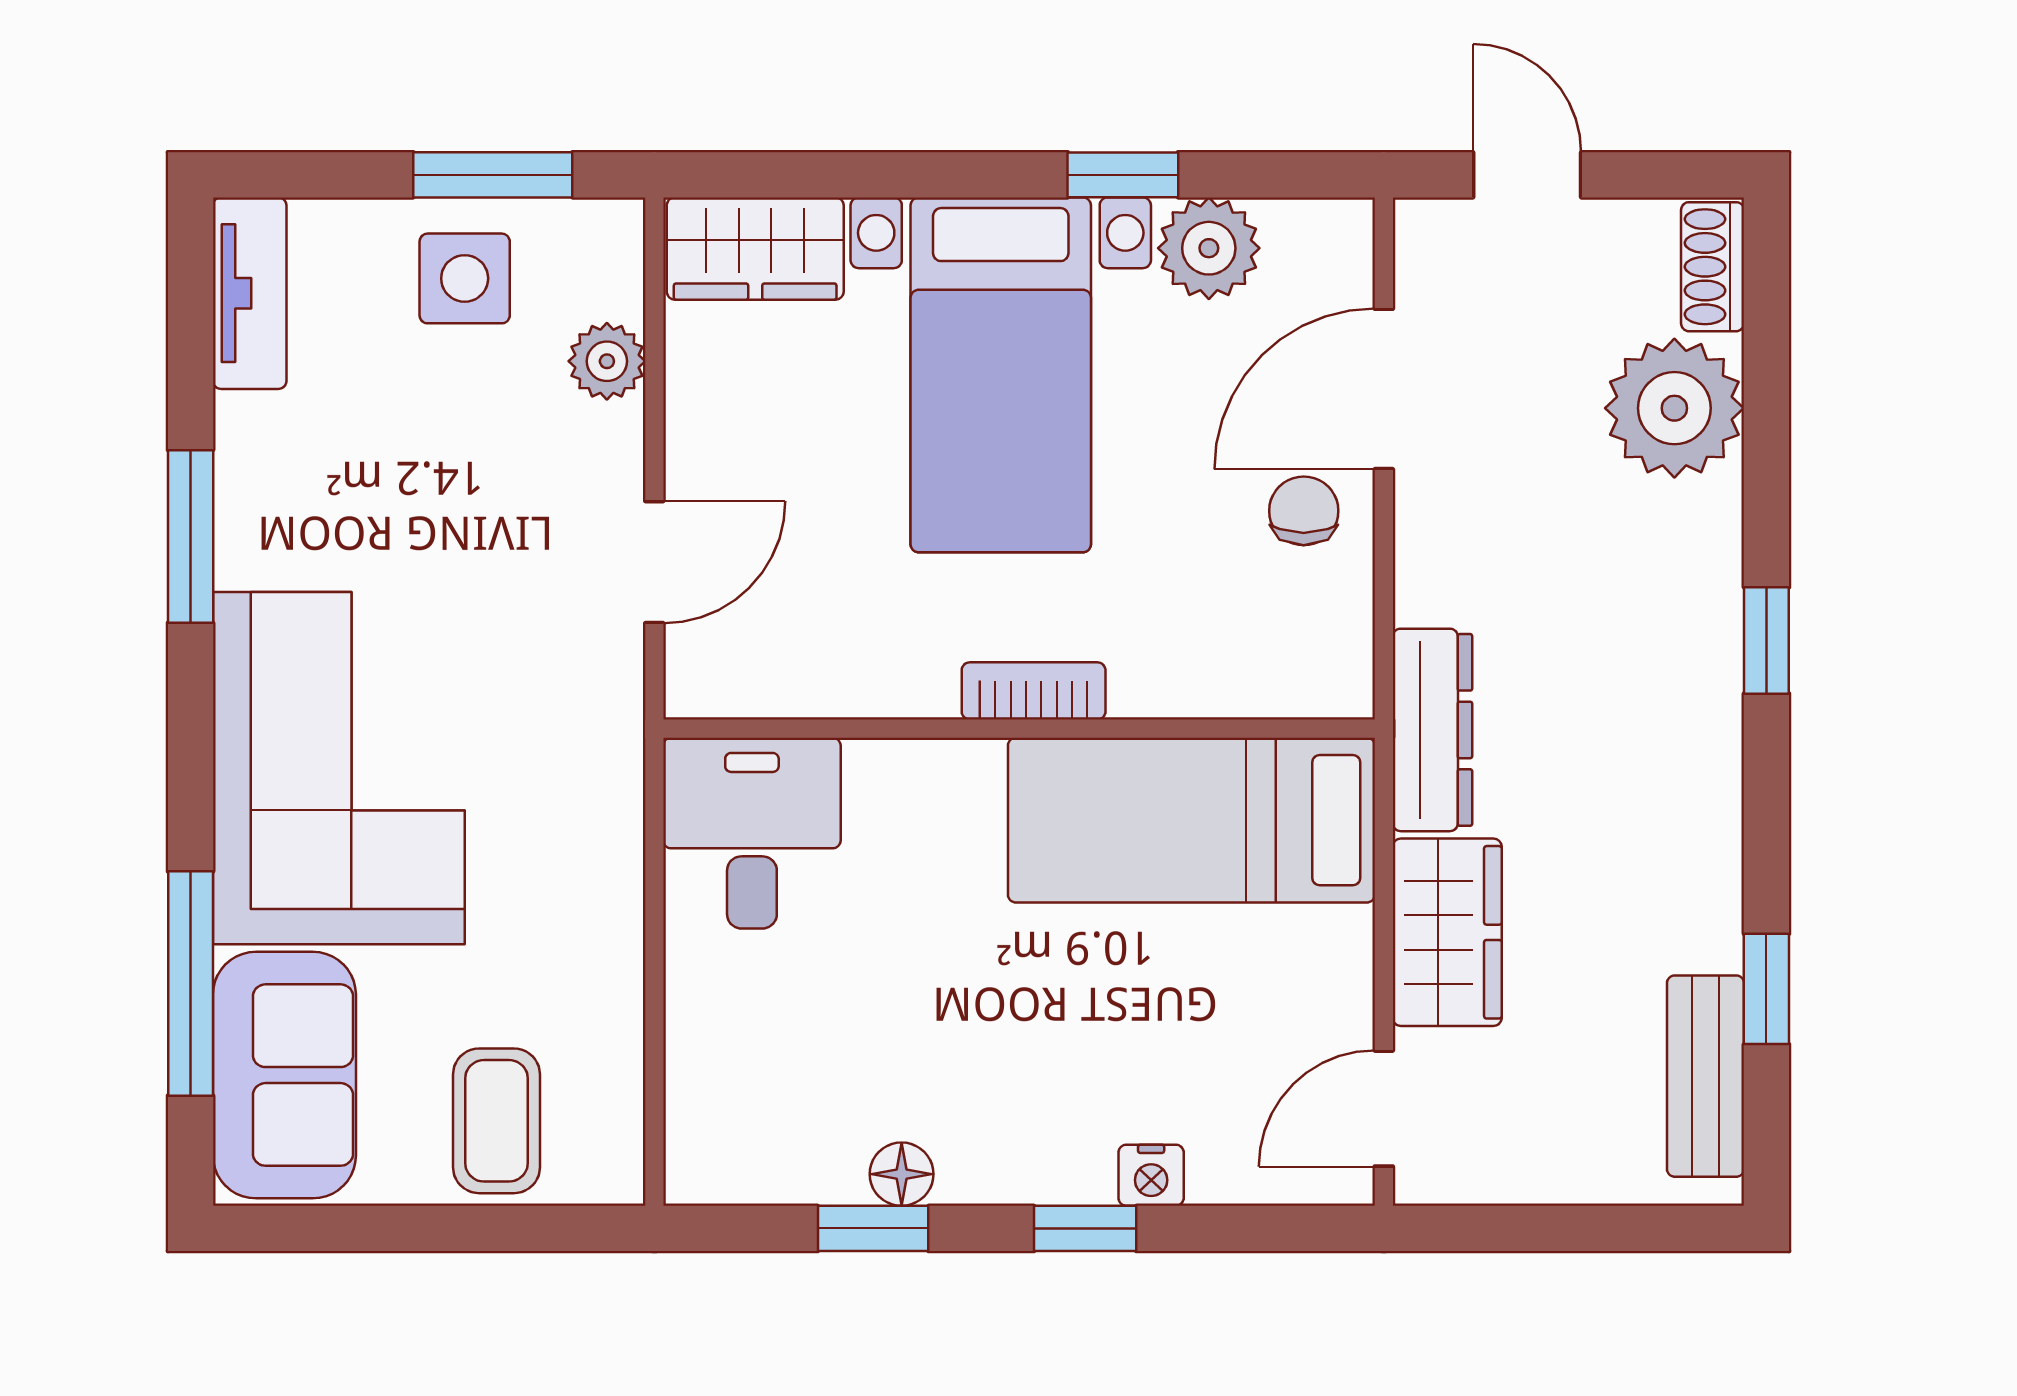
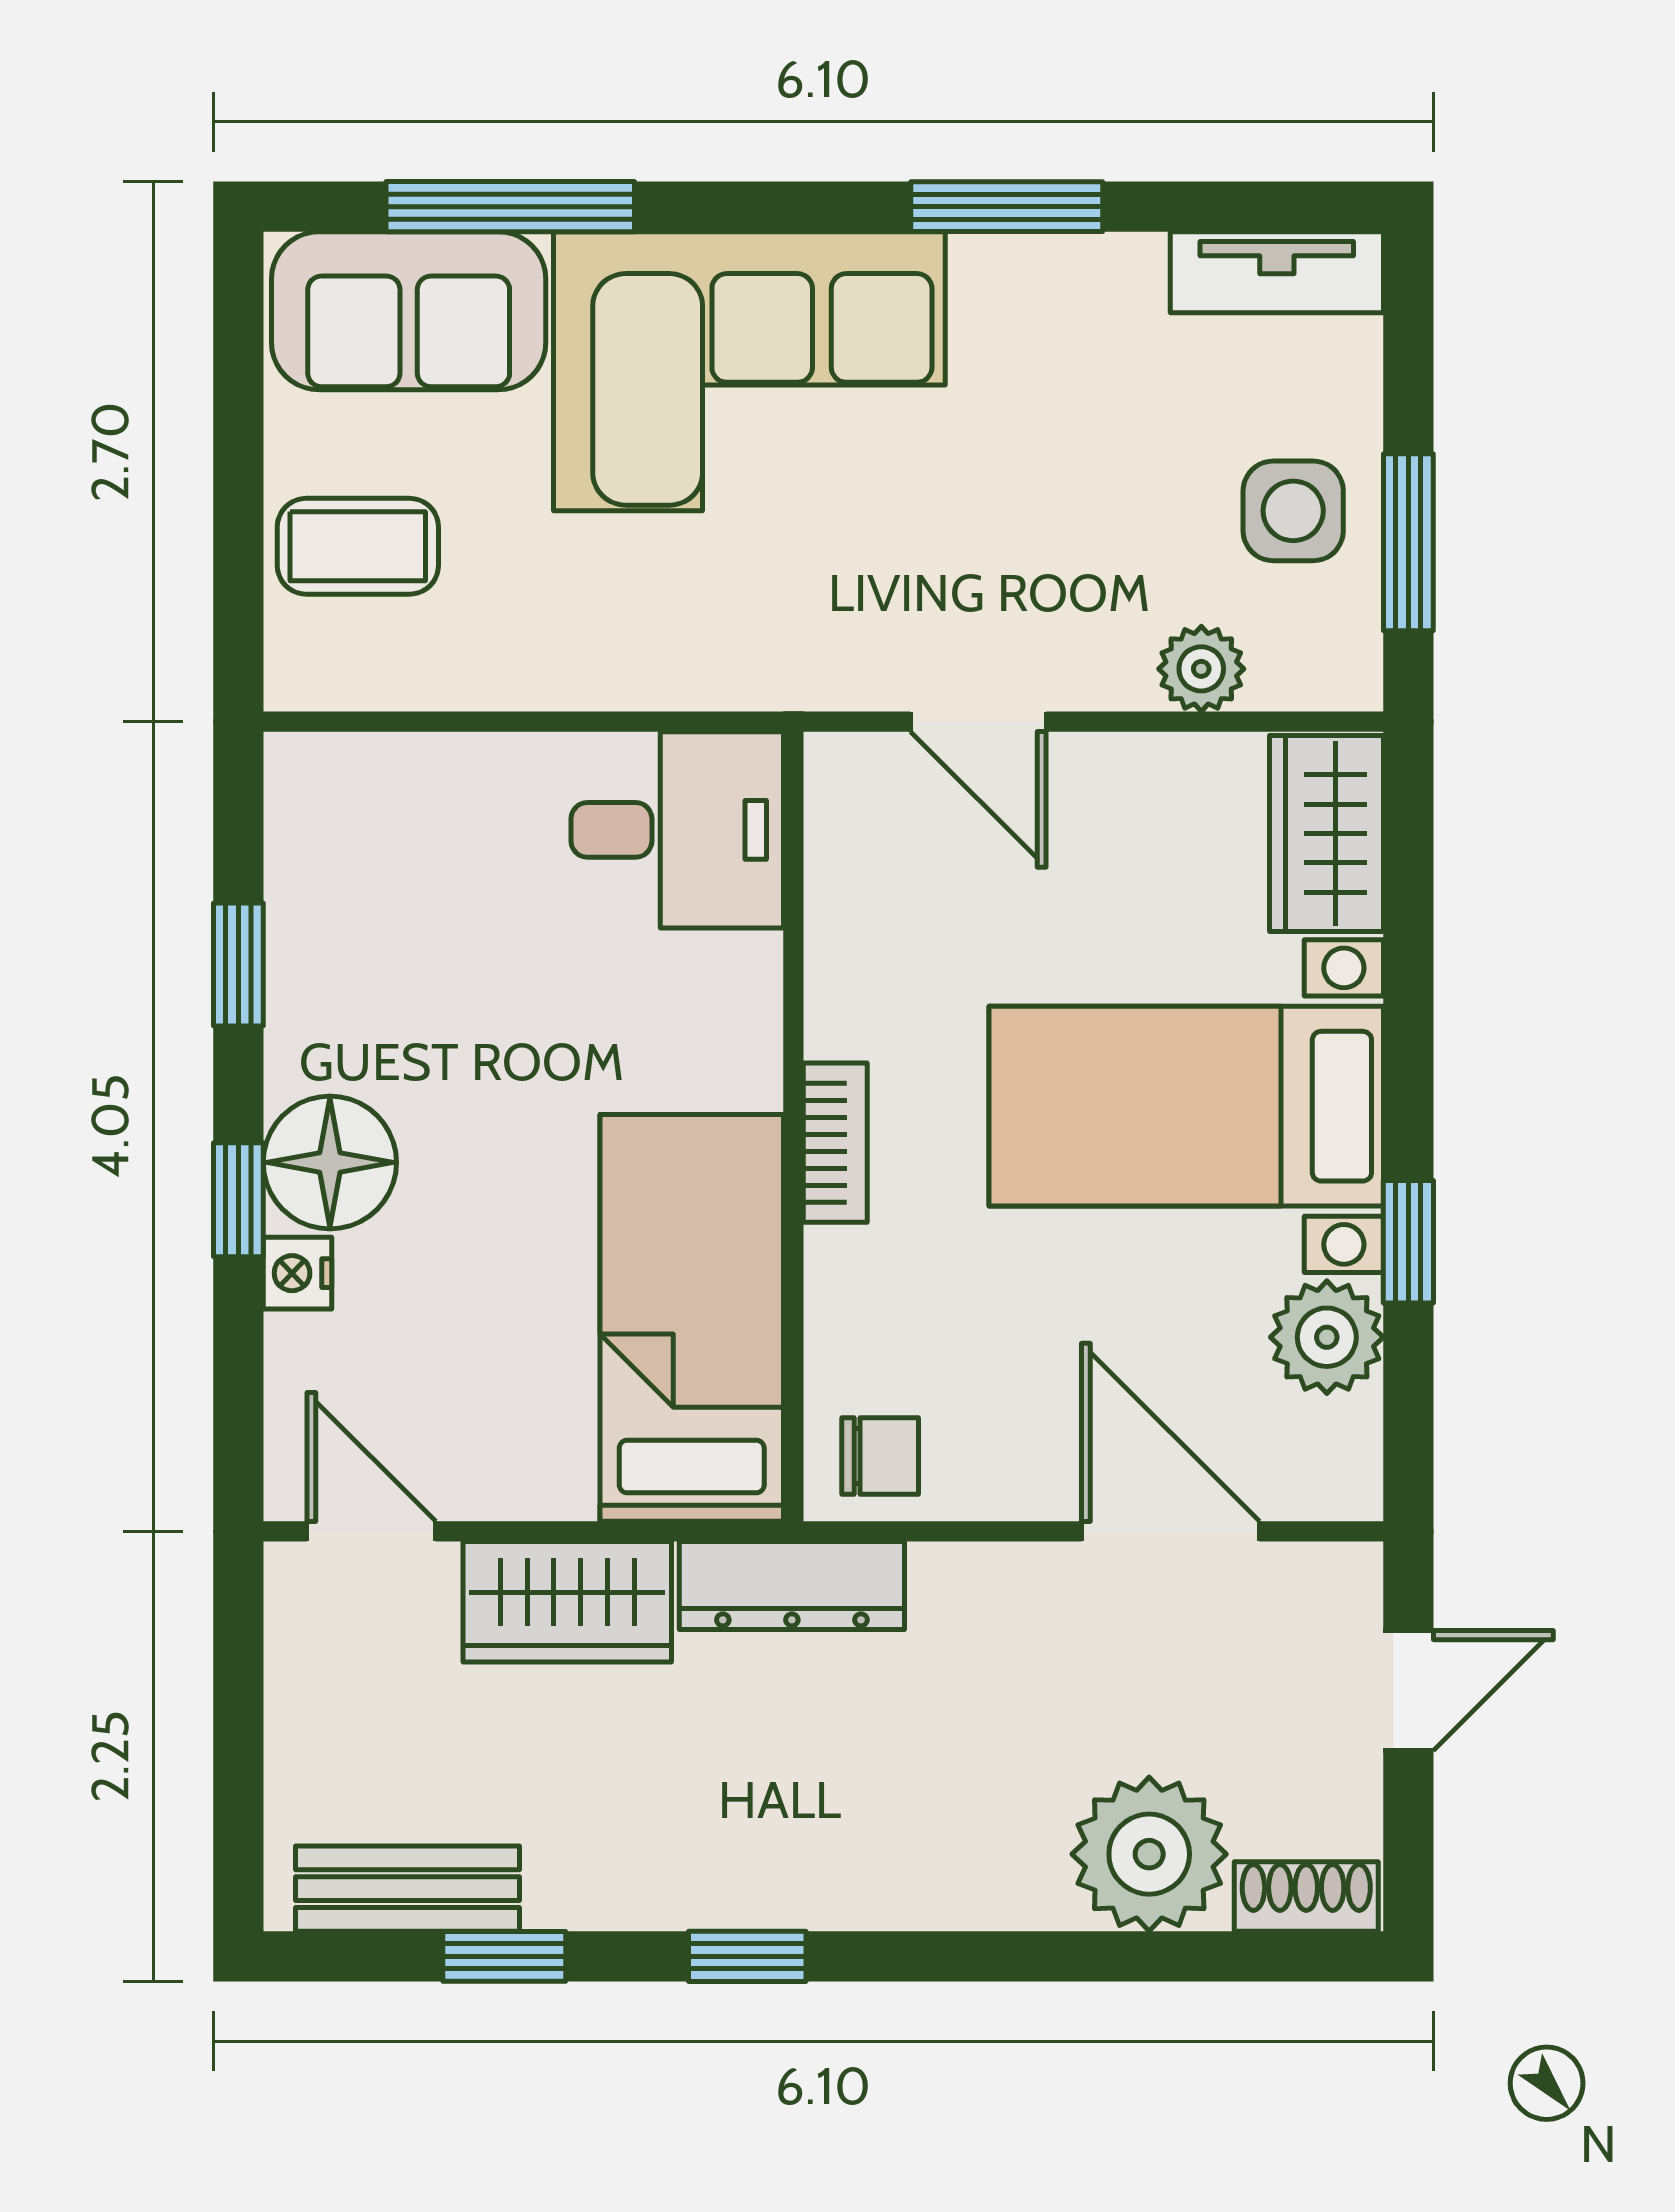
chair: (1304, 511) -> (880, 1456), moved
window: (1766, 640) -> (747, 1956), moved
floor lamp: (902, 1174) -> (330, 1162), moved, width x1.89, depth x1.89

